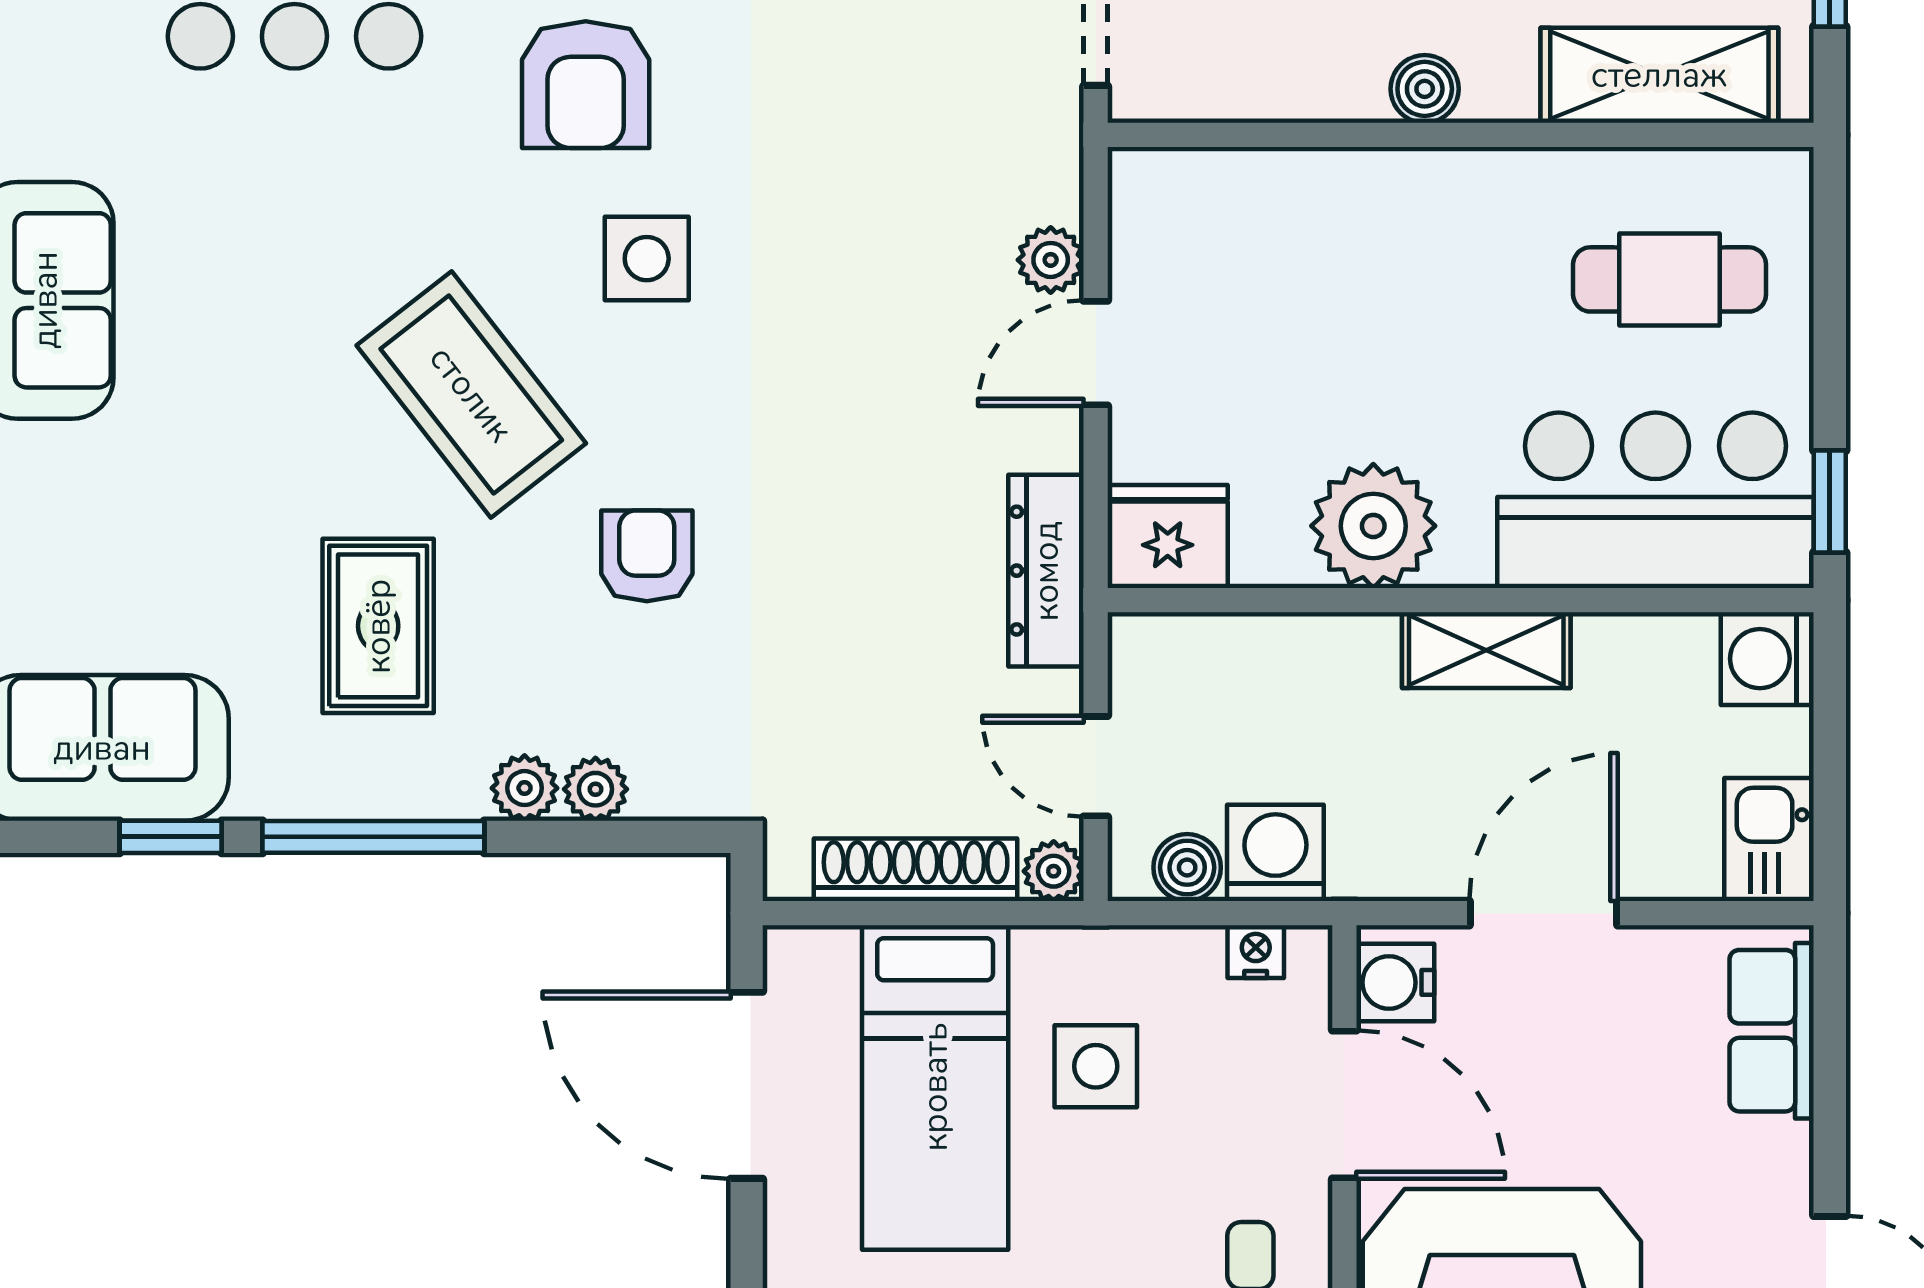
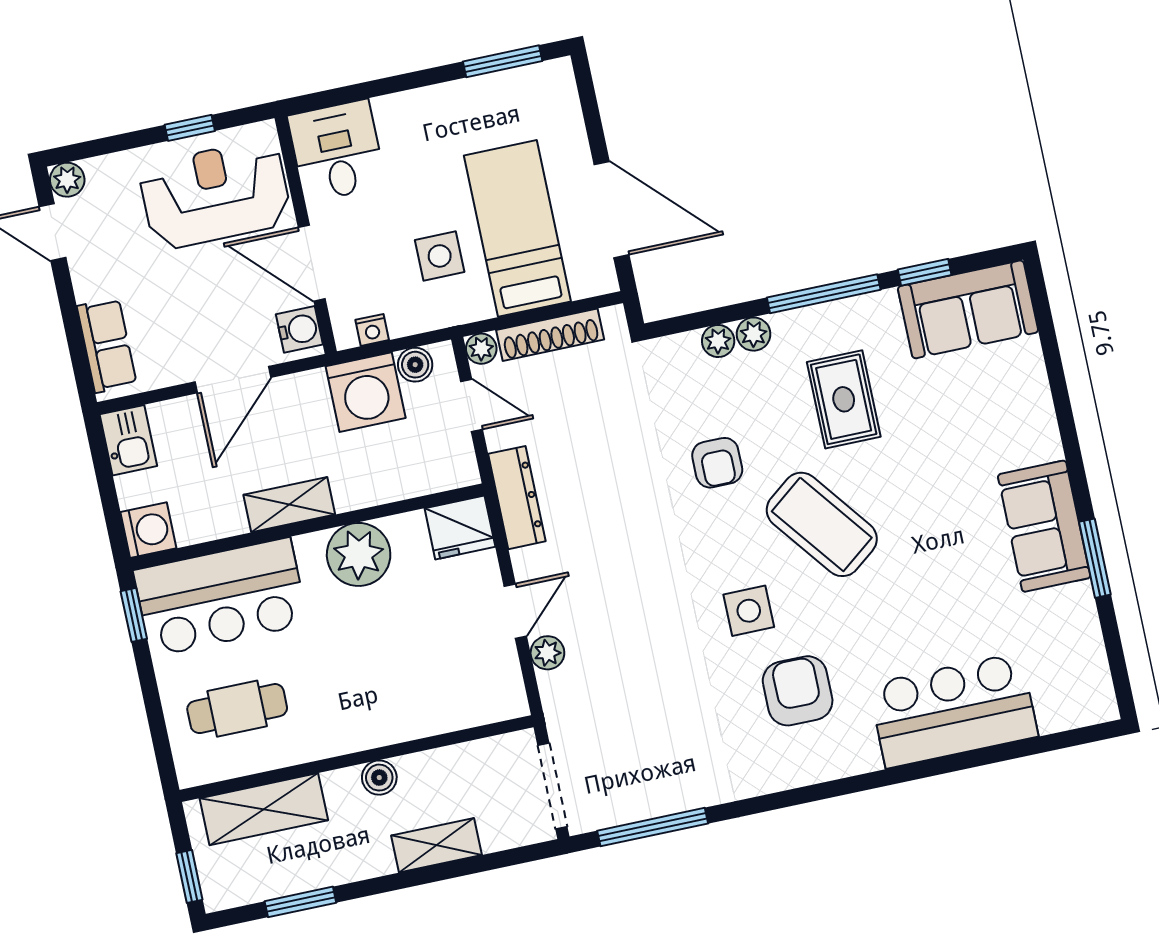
washing machine: (1275, 853) -> (366, 392), width x1.37, depth x1.37

